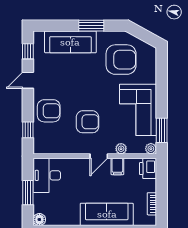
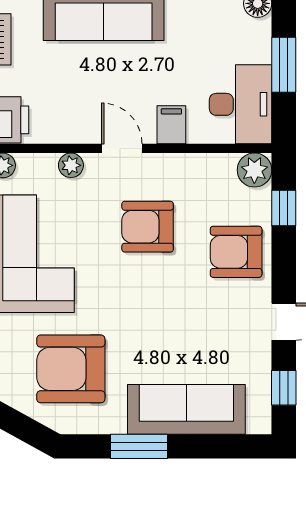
plant: (41, 147) -> (254, 170), added
door: (99, 156) -> (122, 148), hinge flipped
filing cabinet: (117, 166) -> (171, 125), moved

